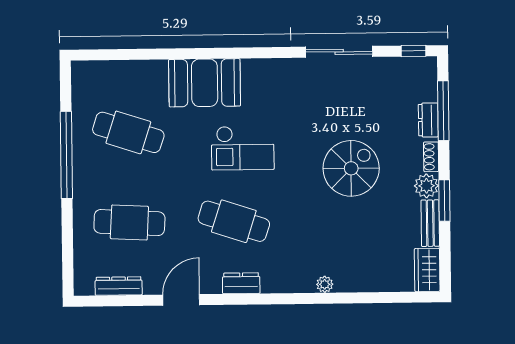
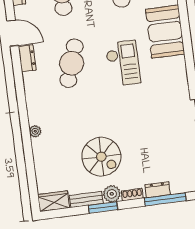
checkout: (243, 148) -> (123, 63), turned 180
spiral stairs: (351, 168) -> (101, 157), moved
dresser: (241, 283) -> (27, 58), moved

